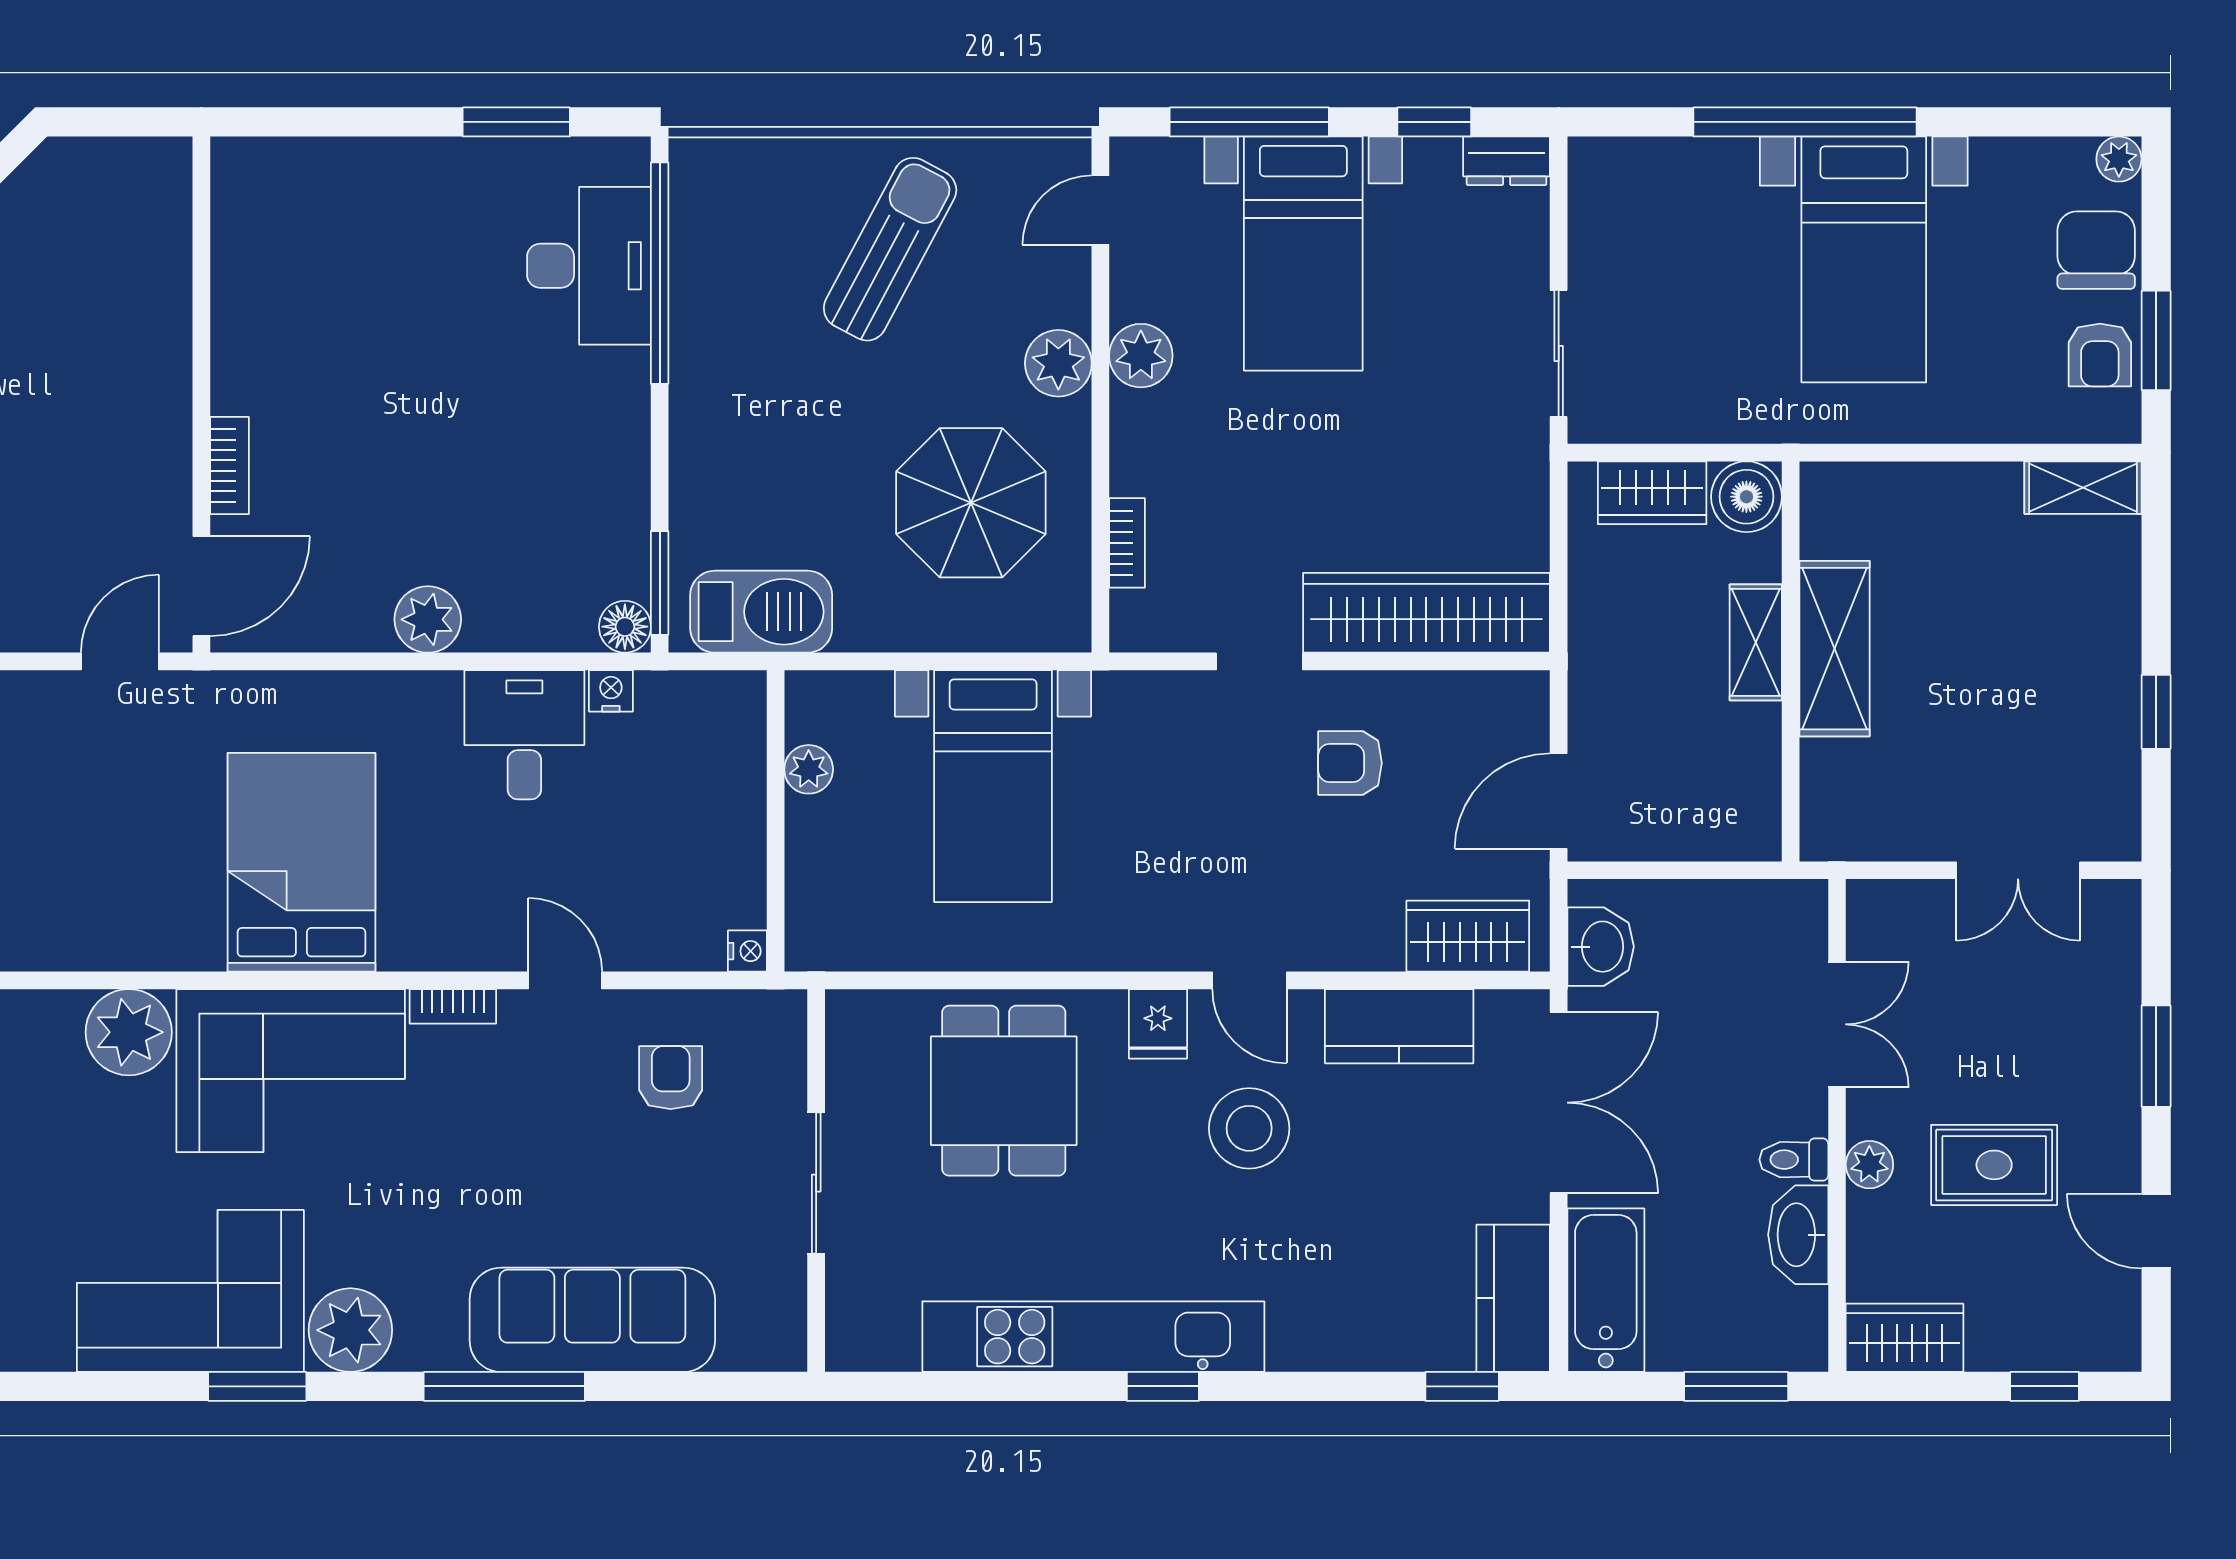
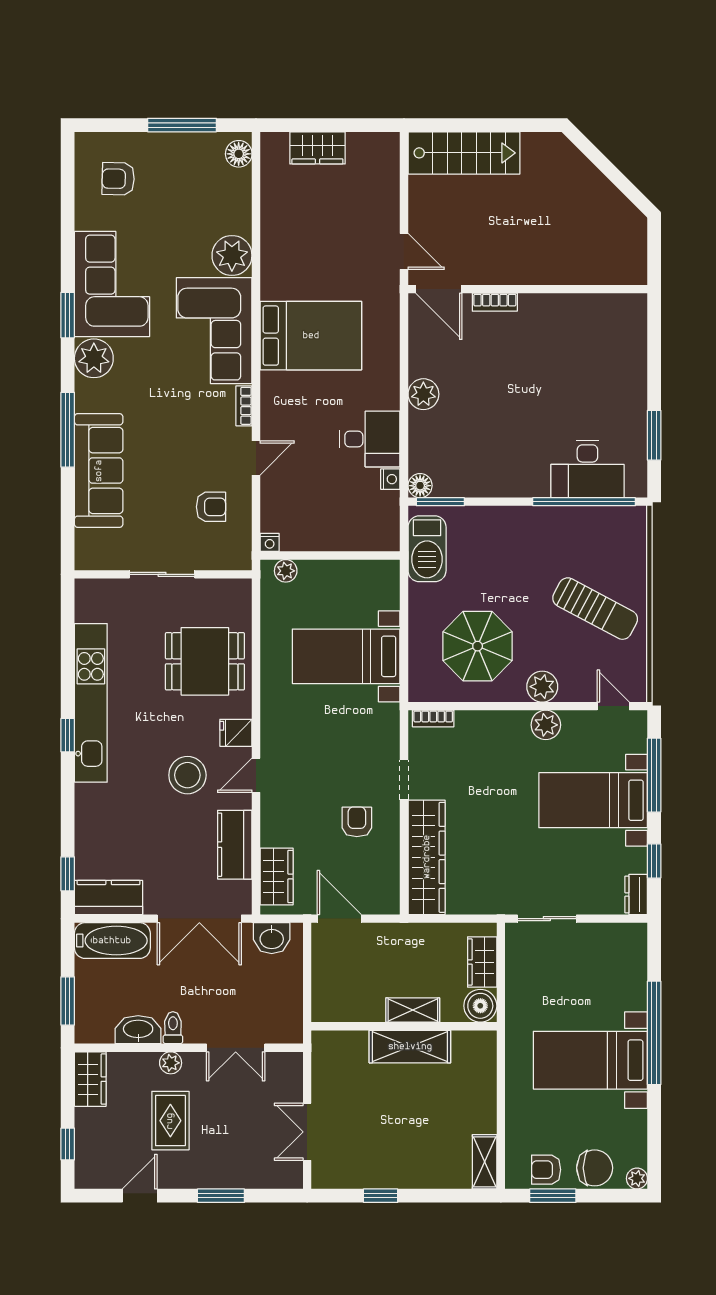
bookcase: (1127, 543) -> (433, 718), moved
plant: (809, 769) -> (286, 571), moved

